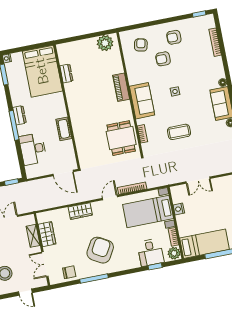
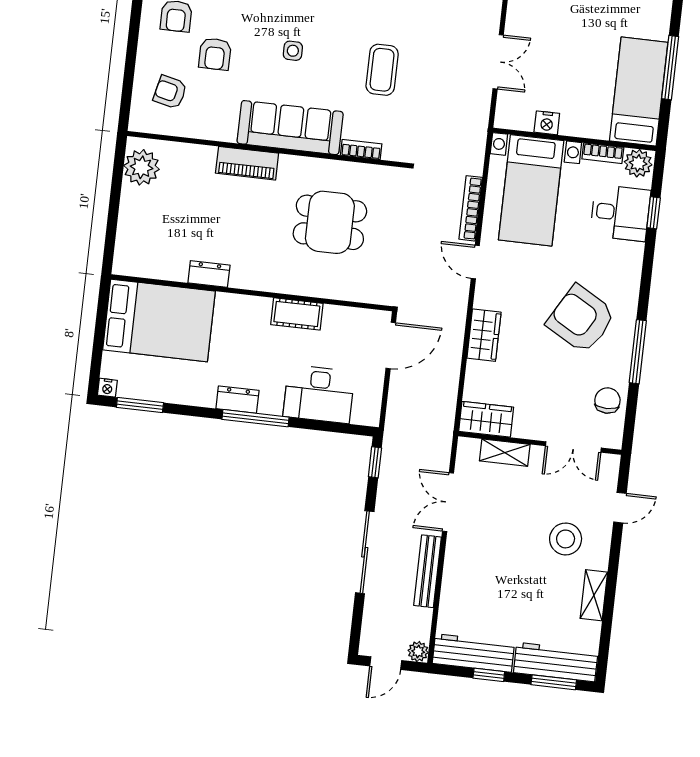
dresser: (66, 73) -> (209, 274), moved
sofa: (142, 101) -> (290, 128), width x1.36
dining table: (121, 138) -> (330, 222), moved
wardrobe: (47, 234) -> (486, 419), moved

